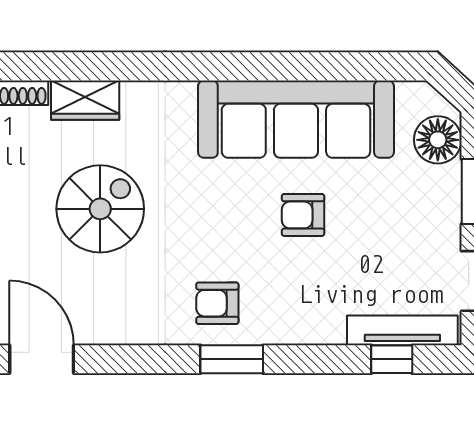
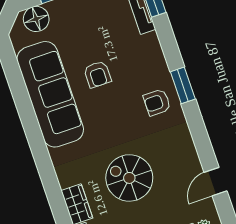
armchair: (217, 303) -> (157, 102), turned 90
door: (42, 359) -> (216, 182), width x0.73

